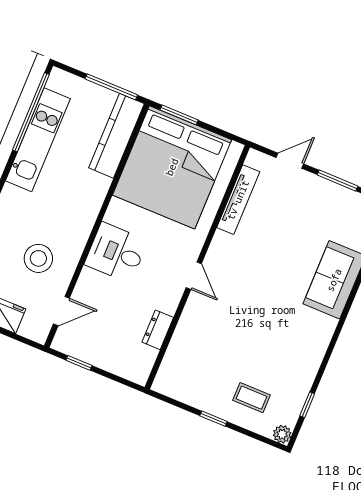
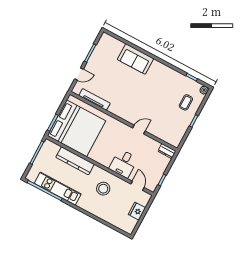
kitchen counter: (116, 136) -> (75, 161), moved
door: (290, 161) -> (79, 74), swing flipped
desk: (116, 252) -> (123, 163), moved
stool: (38, 258) -> (103, 189), moved
door: (194, 276) -> (139, 130), moved
dresser: (158, 330) -> (167, 151), moved

